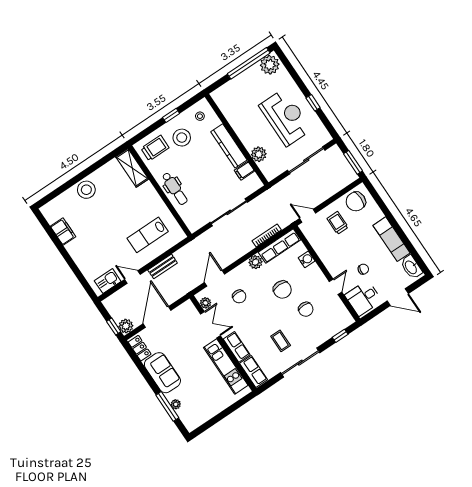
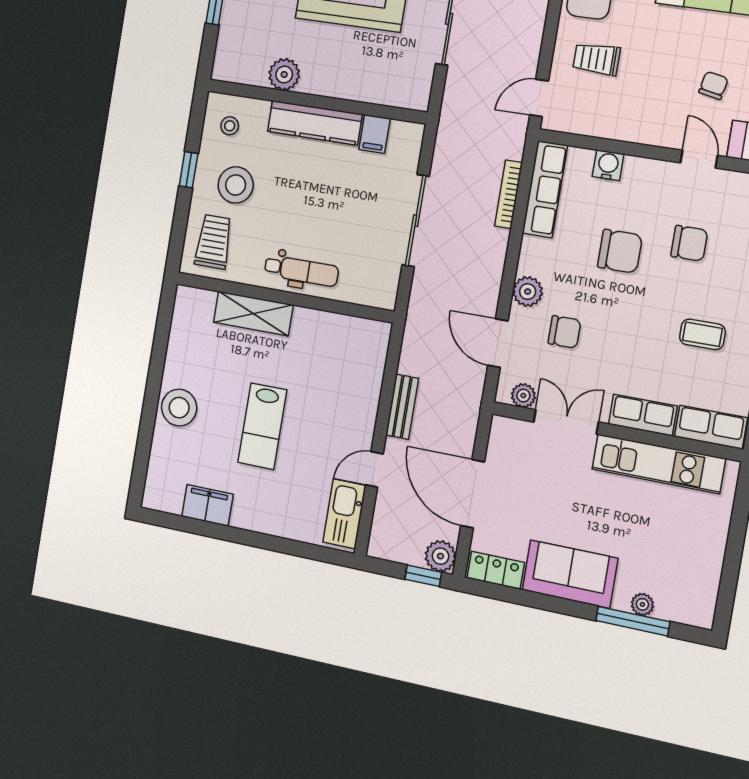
plant: (259, 154) -> (284, 74), moved
shelving: (132, 168) -> (253, 314), moved
lab bench: (148, 235) -> (262, 426), moved
plant: (255, 262) -> (528, 292), moved
kitchen sink: (108, 281) -> (344, 514), width x1.38

